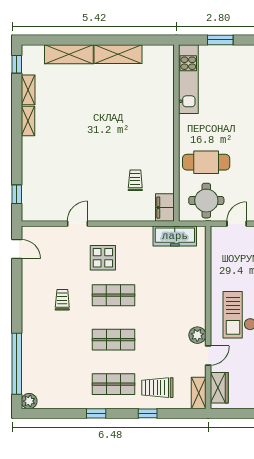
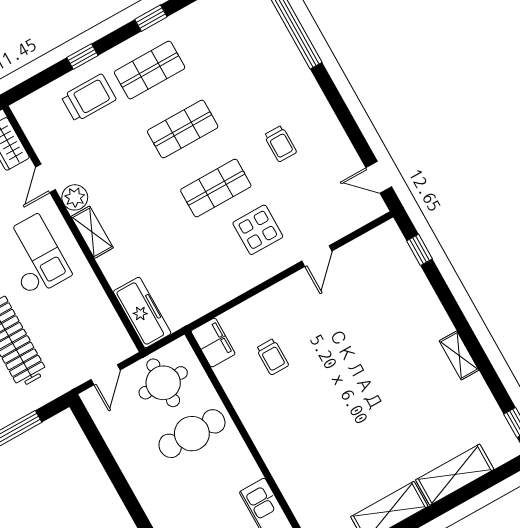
shelving: (28, 90) -> (482, 397), removed
freezer: (175, 236) -> (142, 312), moved, turned 90
shelving: (199, 393) -> (92, 232), moved

